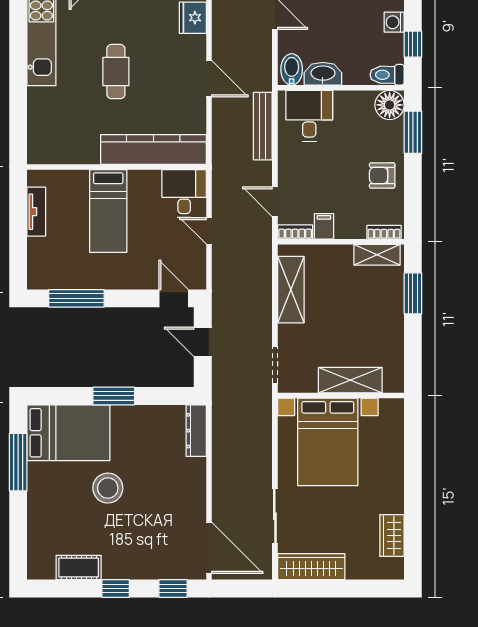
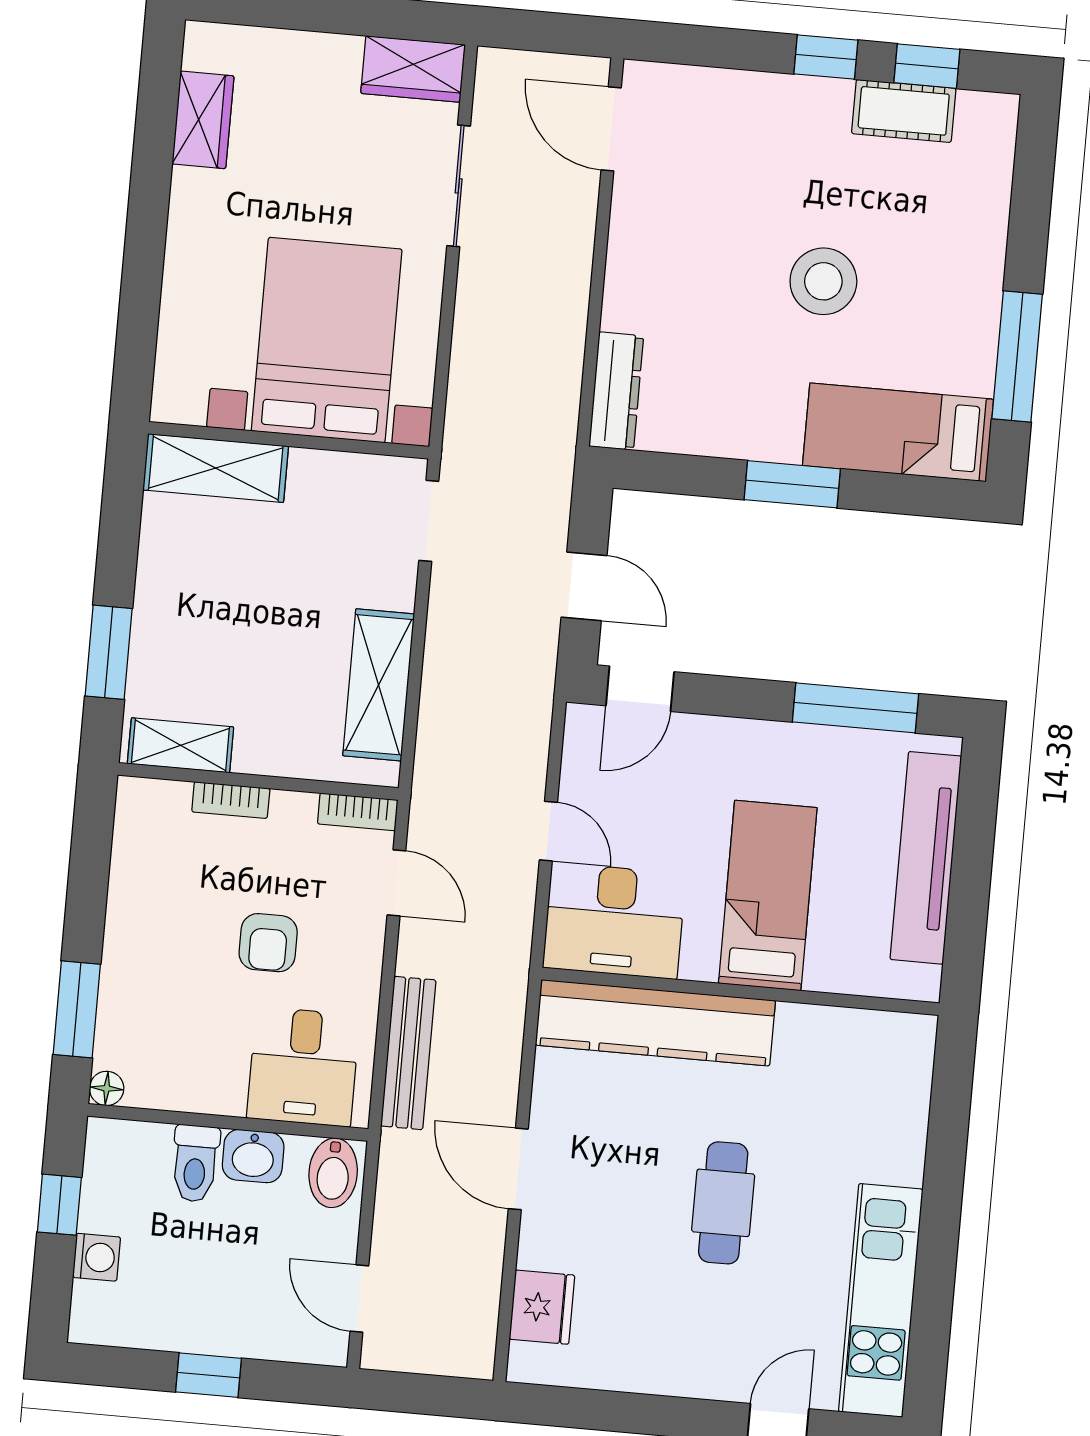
washbasin: (323, 74) -> (253, 1156), width x0.72
toilet: (387, 75) -> (195, 1163), moved, turned 90
floor lamp: (390, 105) -> (107, 1088), width x0.53, depth x0.53
armchair: (382, 175) -> (268, 943), moved, turned 90
desk: (184, 193) -> (614, 921), width x1.37
tv unit: (36, 212) -> (926, 858), width x1.92, depth x1.29
filing cabinet: (324, 226) -> (293, 819), removed
bookcase: (384, 232) -> (231, 800), moved
door: (174, 298) -> (640, 689), hinge flipped
shelving: (350, 380) -> (216, 468), moved
bed: (68, 433) -> (898, 432), width x0.67
door: (209, 548) -> (611, 129), width x0.73
wardrobe: (311, 567) -> (413, 69), width x0.67
window: (173, 589) -> (927, 66), moved

